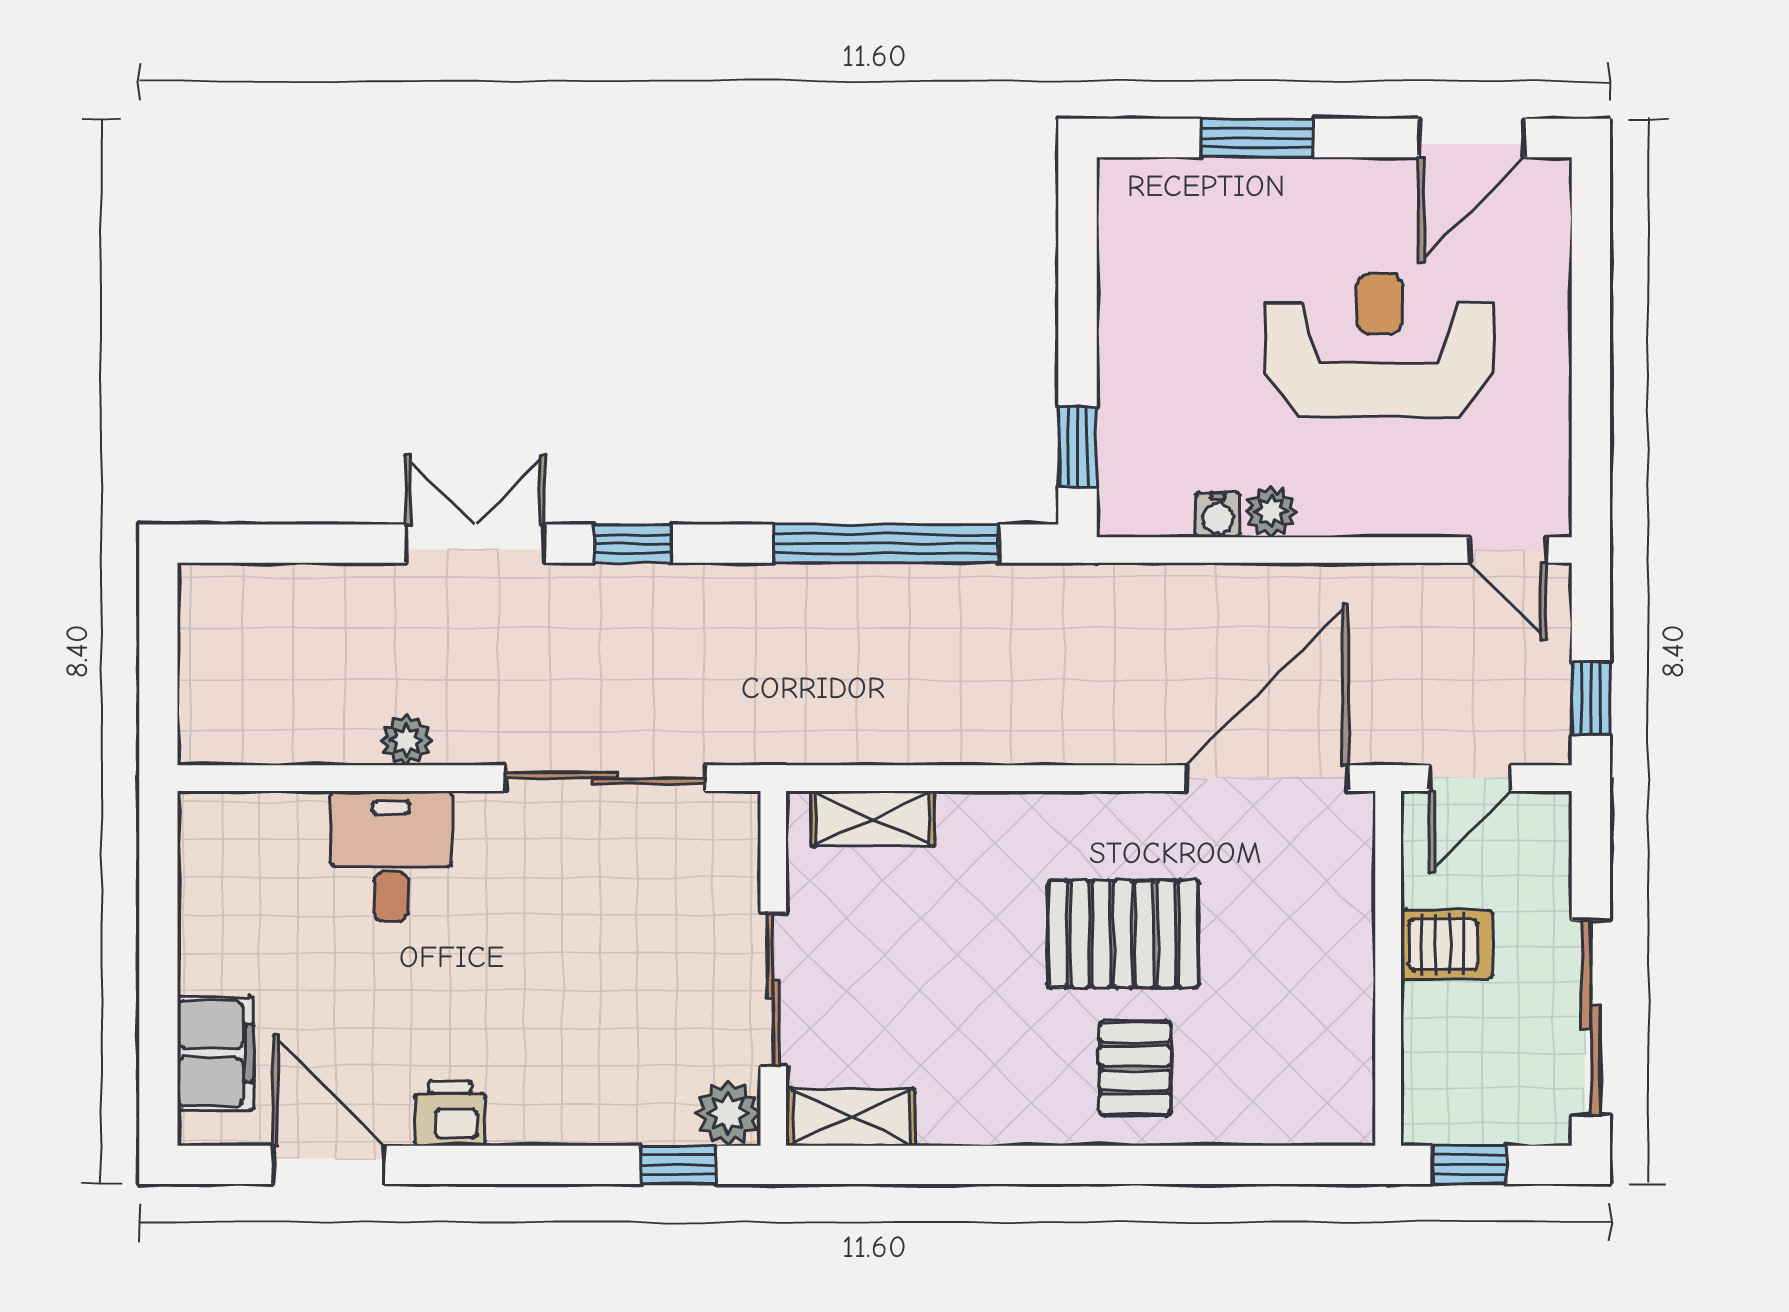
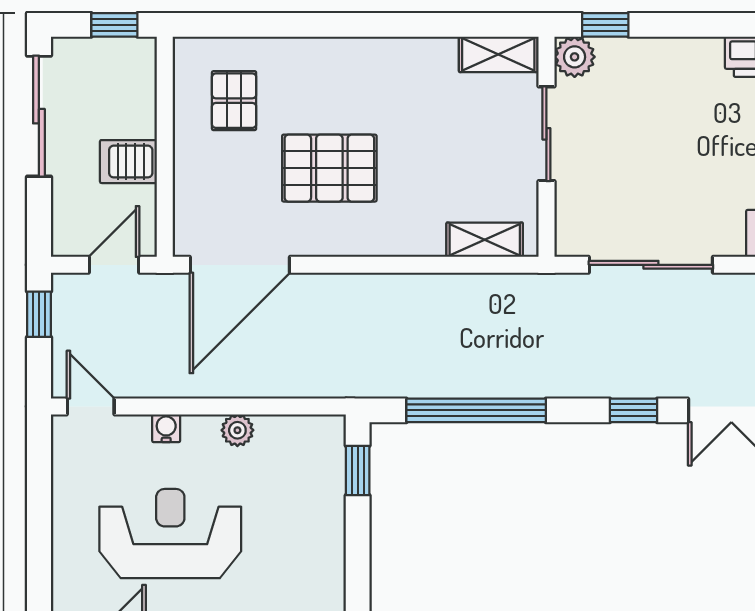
reception desk: (1379, 345) -> (170, 534), turned 180
water cooler: (1218, 515) -> (166, 428), moved
pallet: (1135, 1068) -> (234, 101), moved

